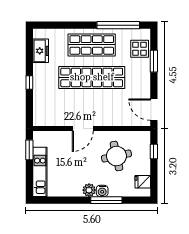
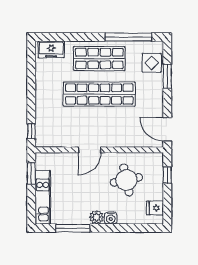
freezer: (41, 51) -> (51, 49), moved, turned 90
window: (29, 82) -> (31, 131), moved
window: (106, 200) -> (73, 228), moved

